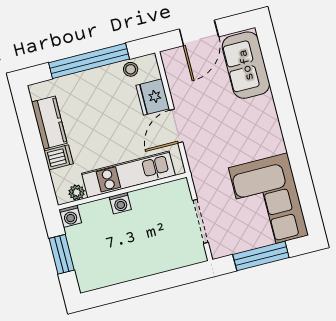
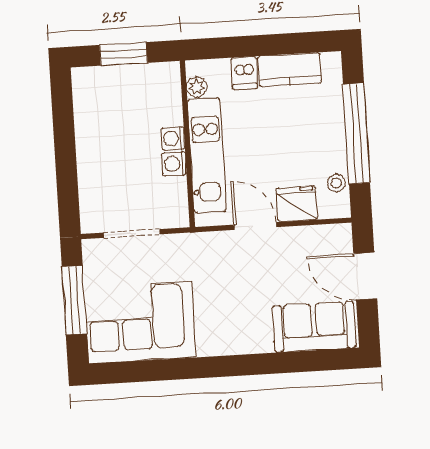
washing machine: (70, 216) -> (174, 164), moved

